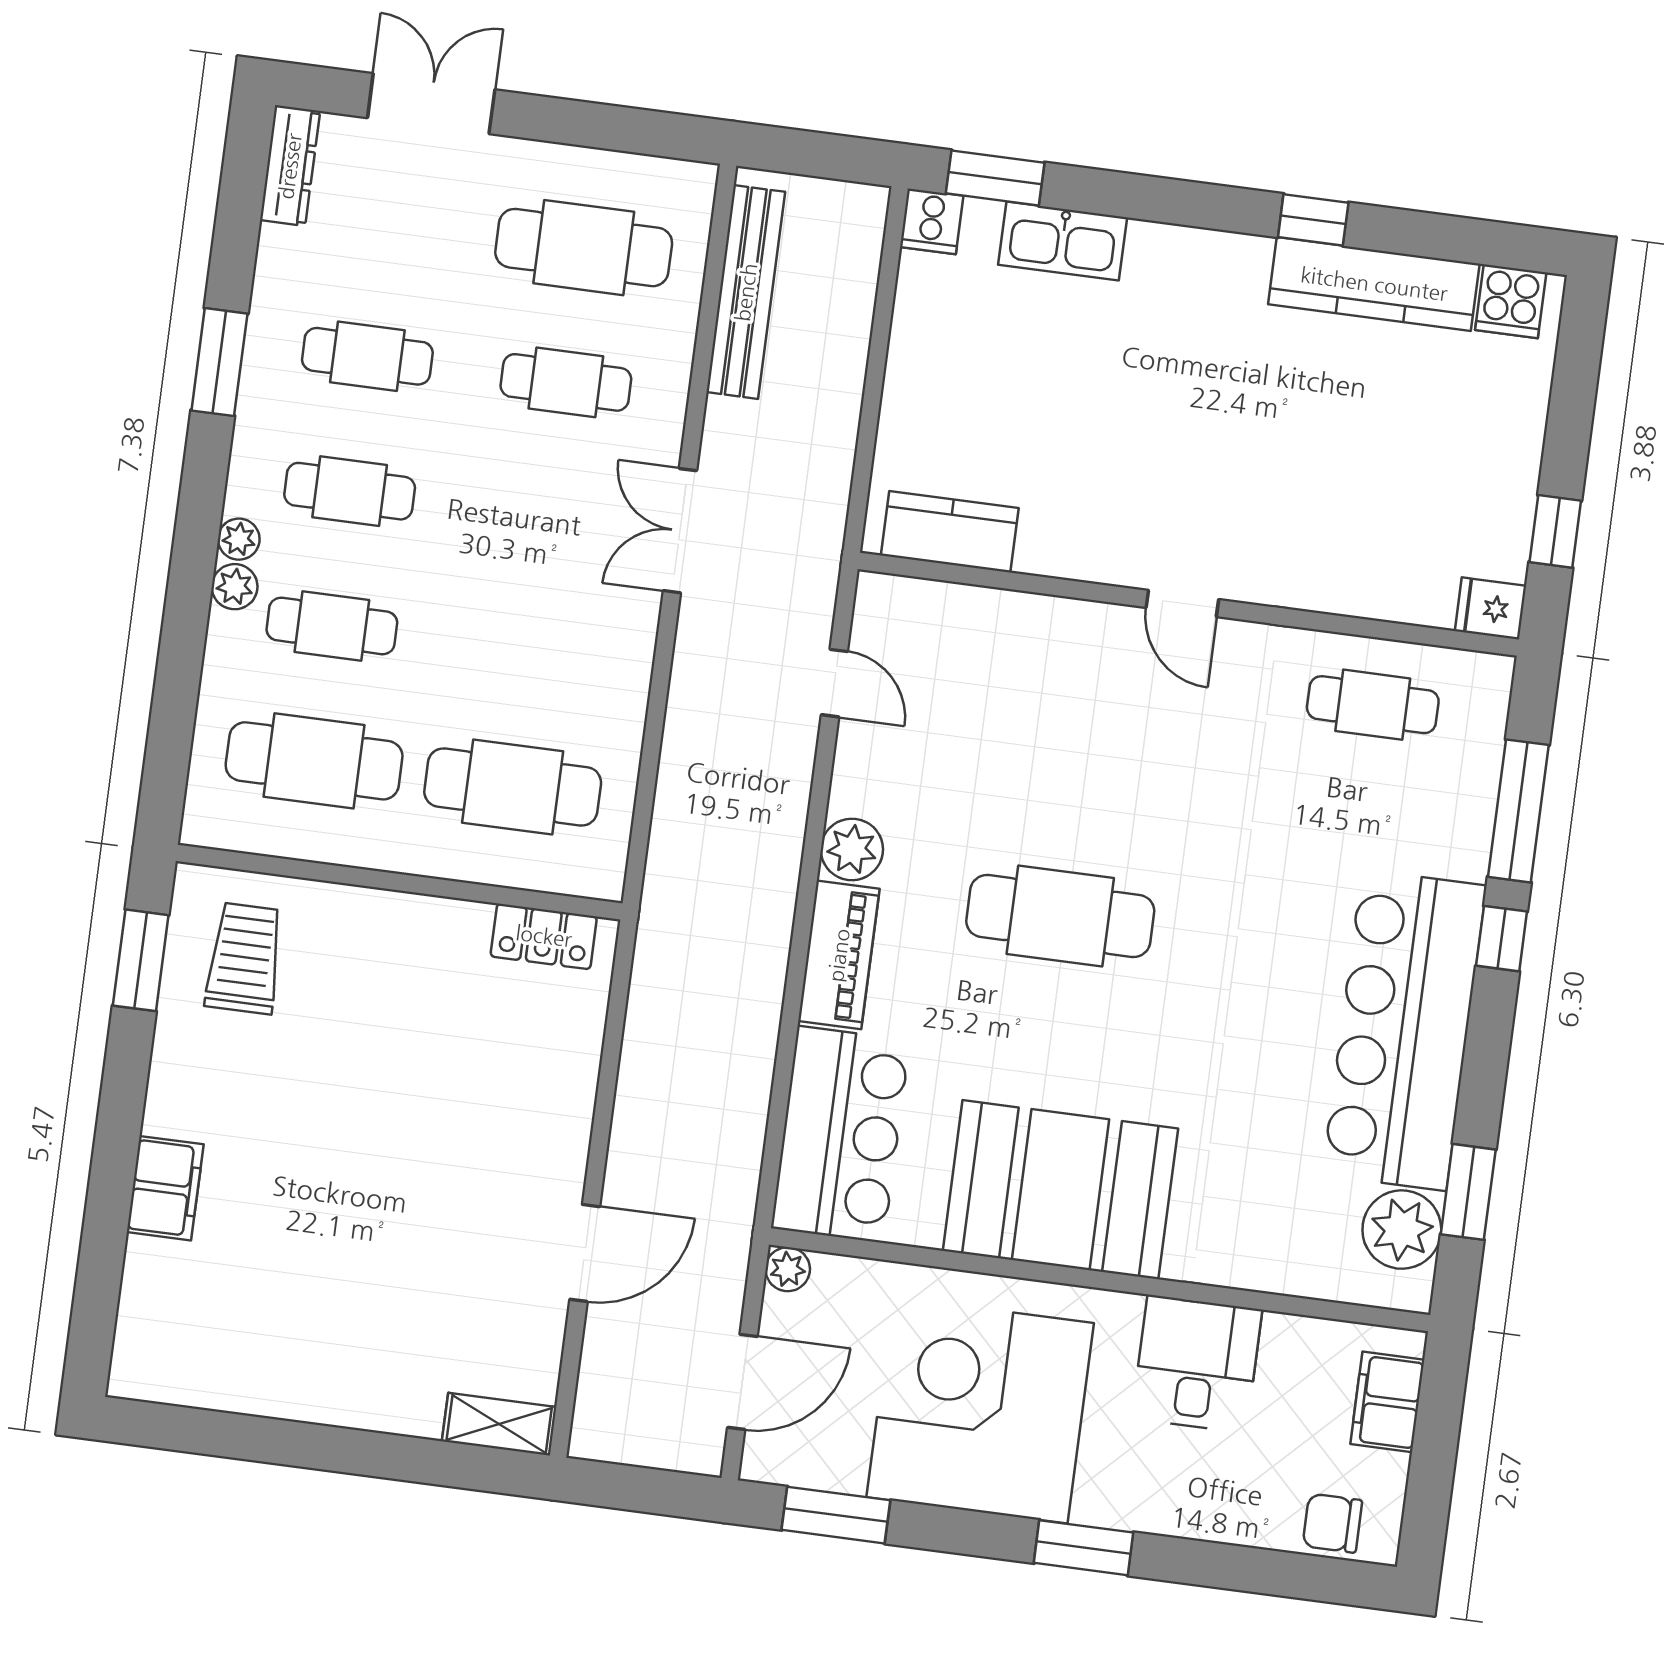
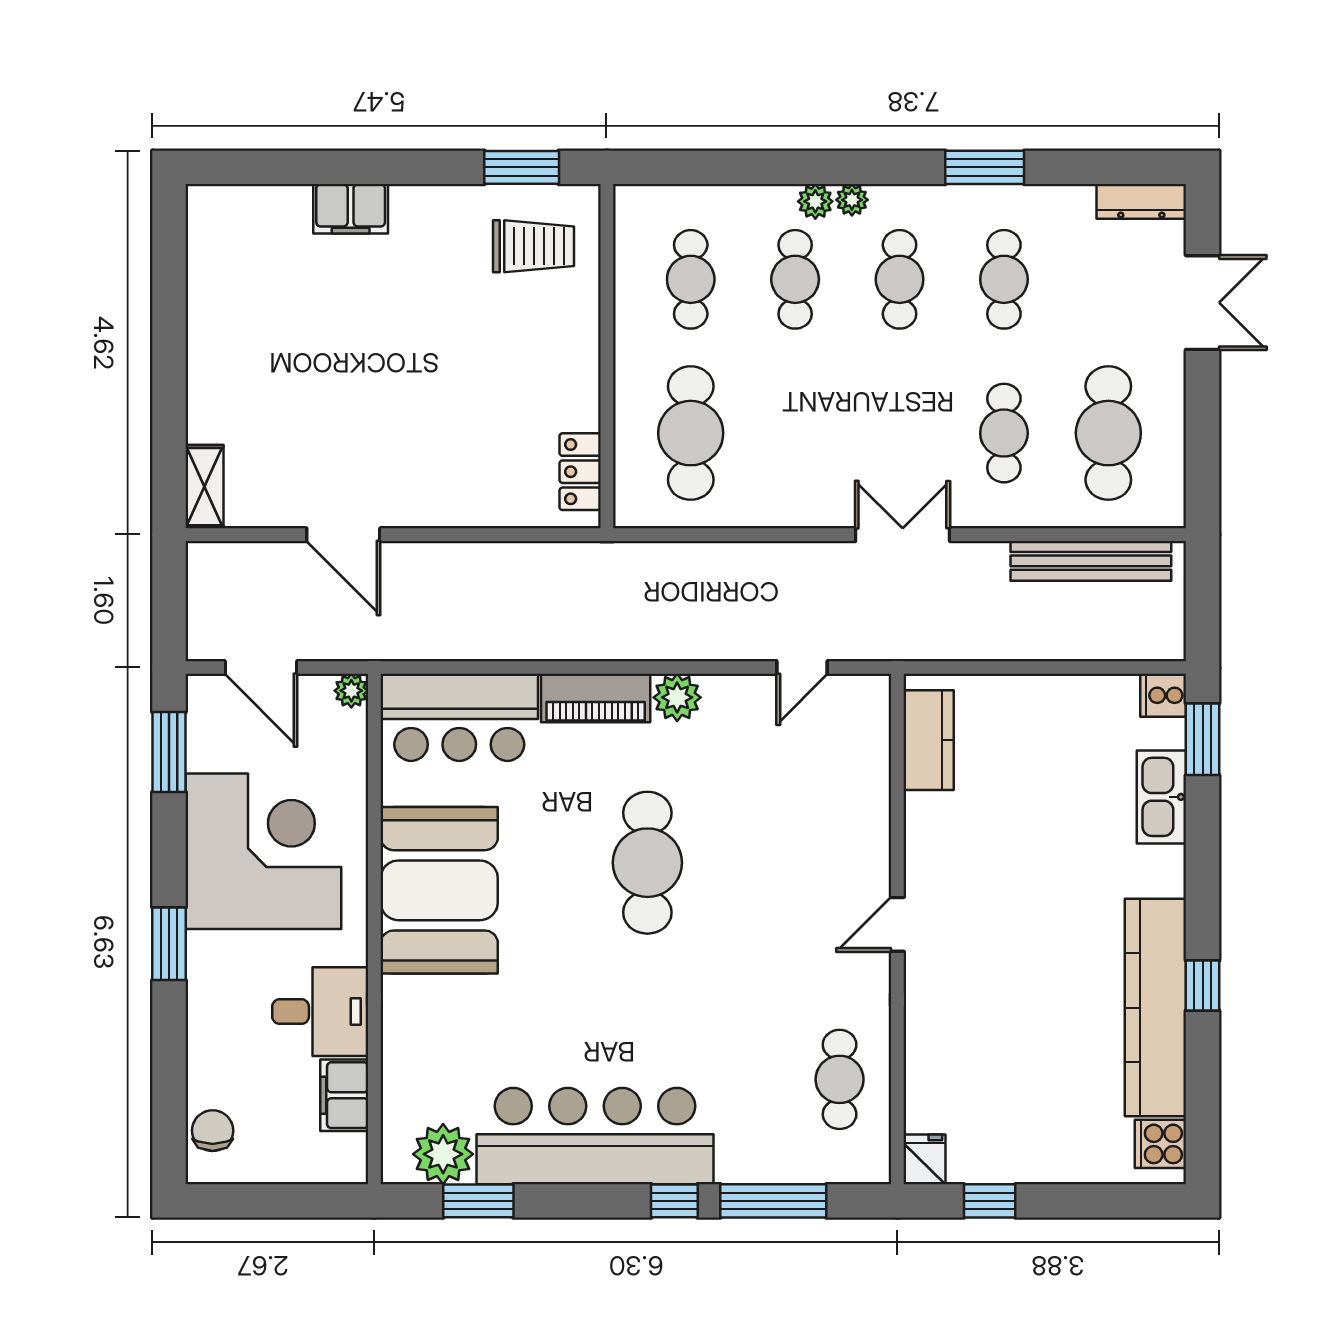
kitchen counter: (1374, 284) -> (1155, 1008), width x1.39, depth x1.17
cafe table: (314, 761) -> (691, 279), width x0.73, depth x0.74
filing cabinet: (1387, 1402) -> (344, 1095), moved, turned -90

